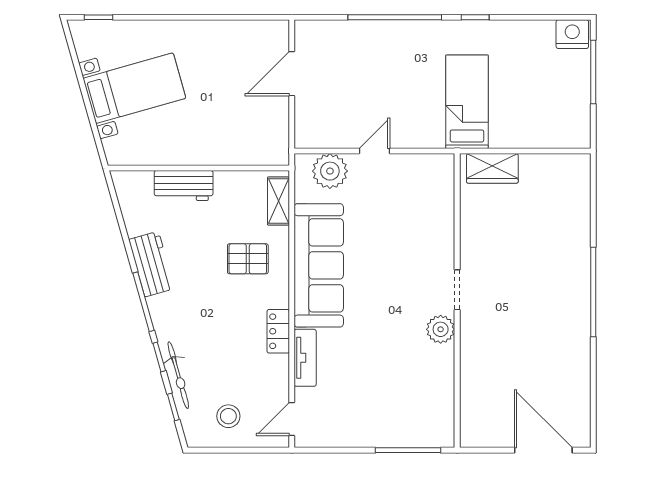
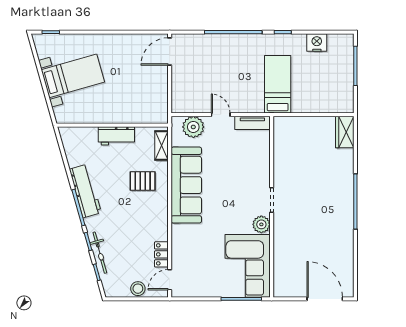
nightstand: (572, 34) -> (317, 43), moved
door: (292, 74) -> (170, 51), moved
door: (374, 151) -> (221, 115), hinge flipped
wardrobe: (492, 168) -> (345, 132), moved, turned 90
workbench: (184, 186) -> (116, 136), moved
workbench: (152, 264) -> (85, 191), width x1.38
locker: (278, 331) -> (161, 254), moved
tv unit: (305, 358) -> (252, 123), moved, turned 90
corner sofa: (418, 397) -> (248, 266), added
stool: (228, 416) -> (138, 289), moved

